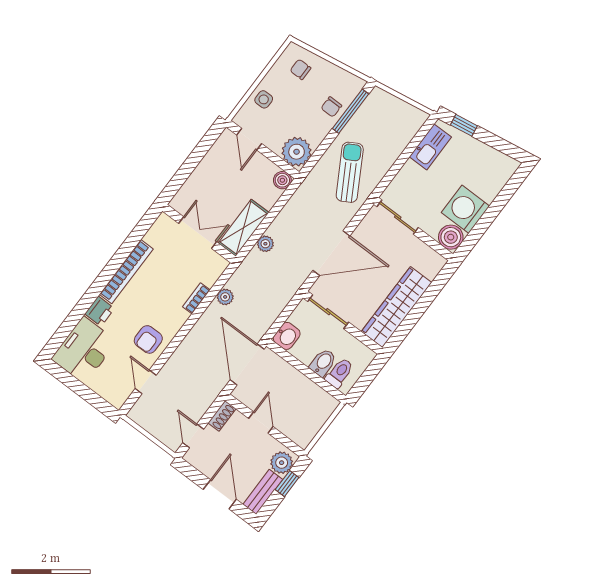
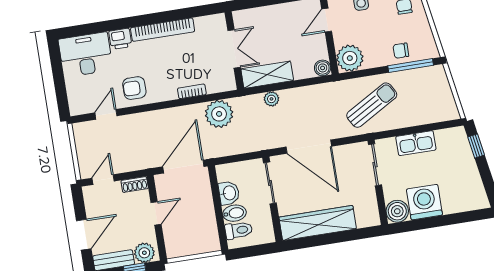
kitchen sink: (430, 147) -> (416, 143), moved
plant: (225, 297) -> (219, 114), width x1.88, depth x1.88
washbasin: (287, 336) -> (229, 193), moved, turned -90

